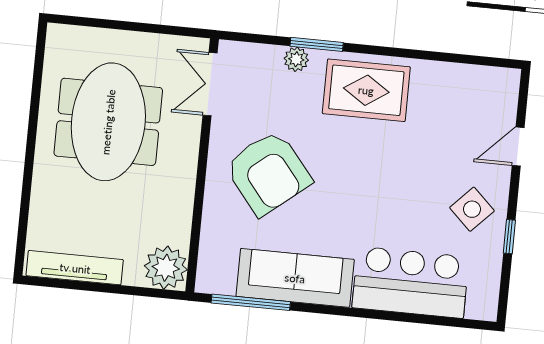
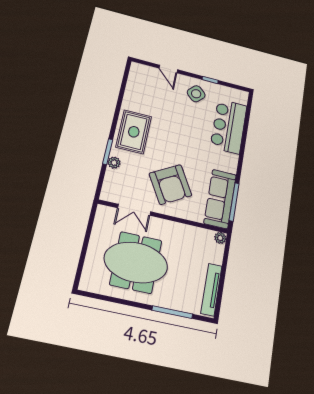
double door: (210, 84) -> (134, 210), moved
armchair: (268, 173) -> (170, 184), turned 99
window: (26, 198) -> (172, 312), added
plant: (166, 268) -> (220, 238), width x0.53, depth x0.53
sofa: (295, 278) -> (220, 199), moved

